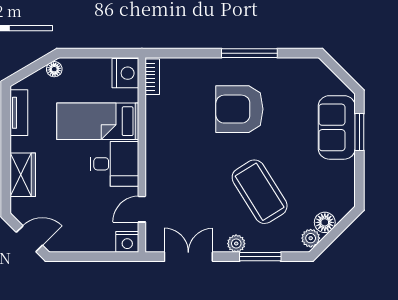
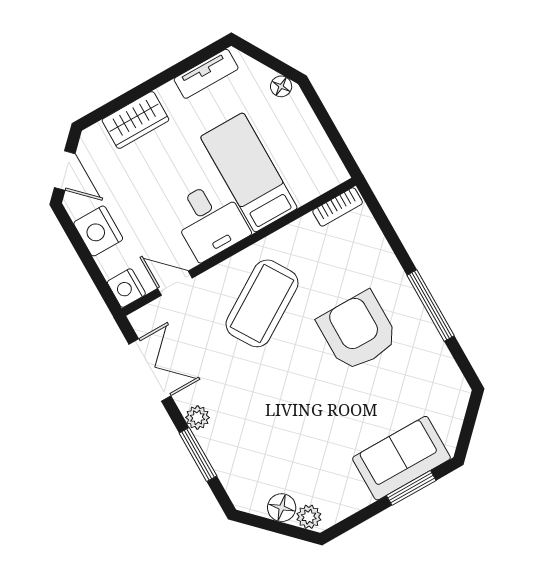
nightstand: (125, 73) -> (98, 231), moved, turned 90
coffee table: (260, 192) -> (262, 303), moved
plant: (311, 238) -> (309, 517), moved

